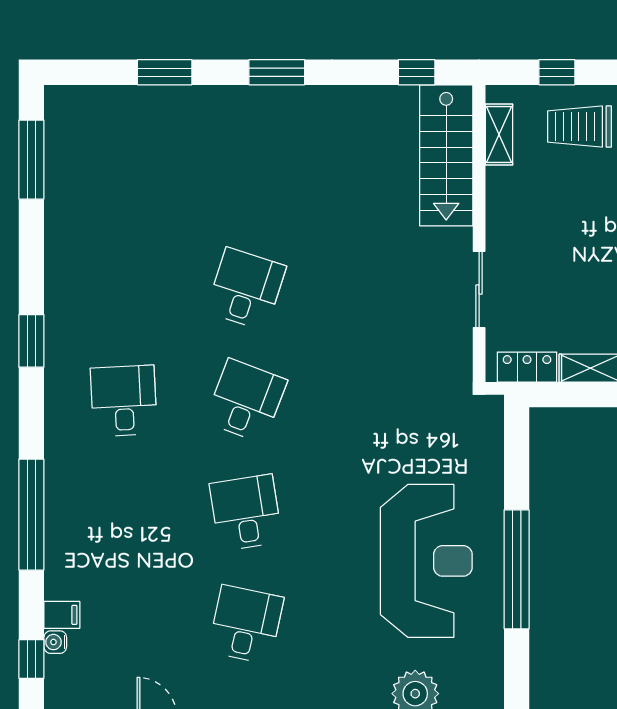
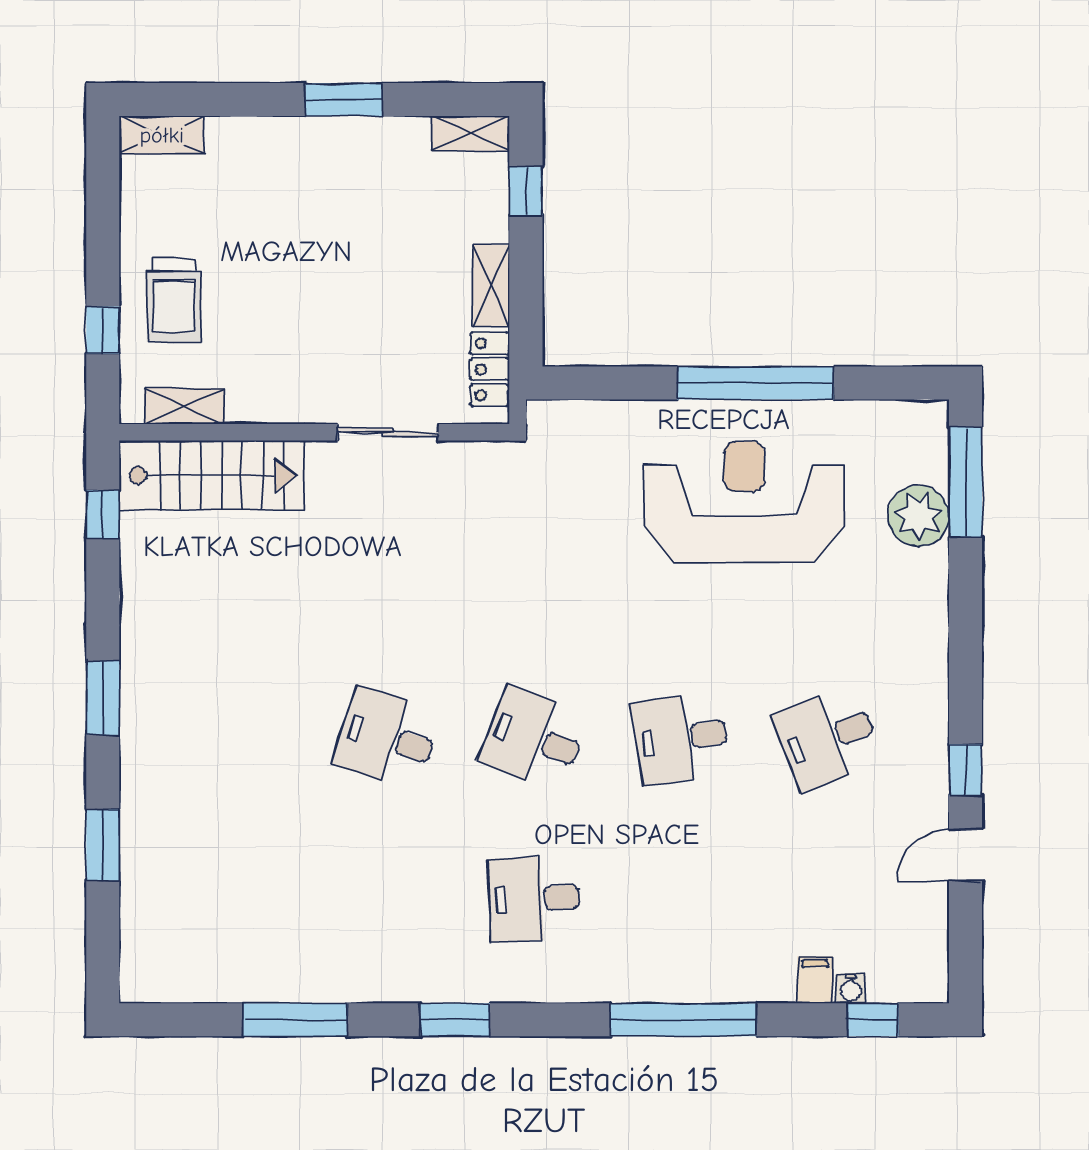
window: (31, 160) -> (295, 1020), moved
desk: (246, 625) -> (828, 738), turned -33

